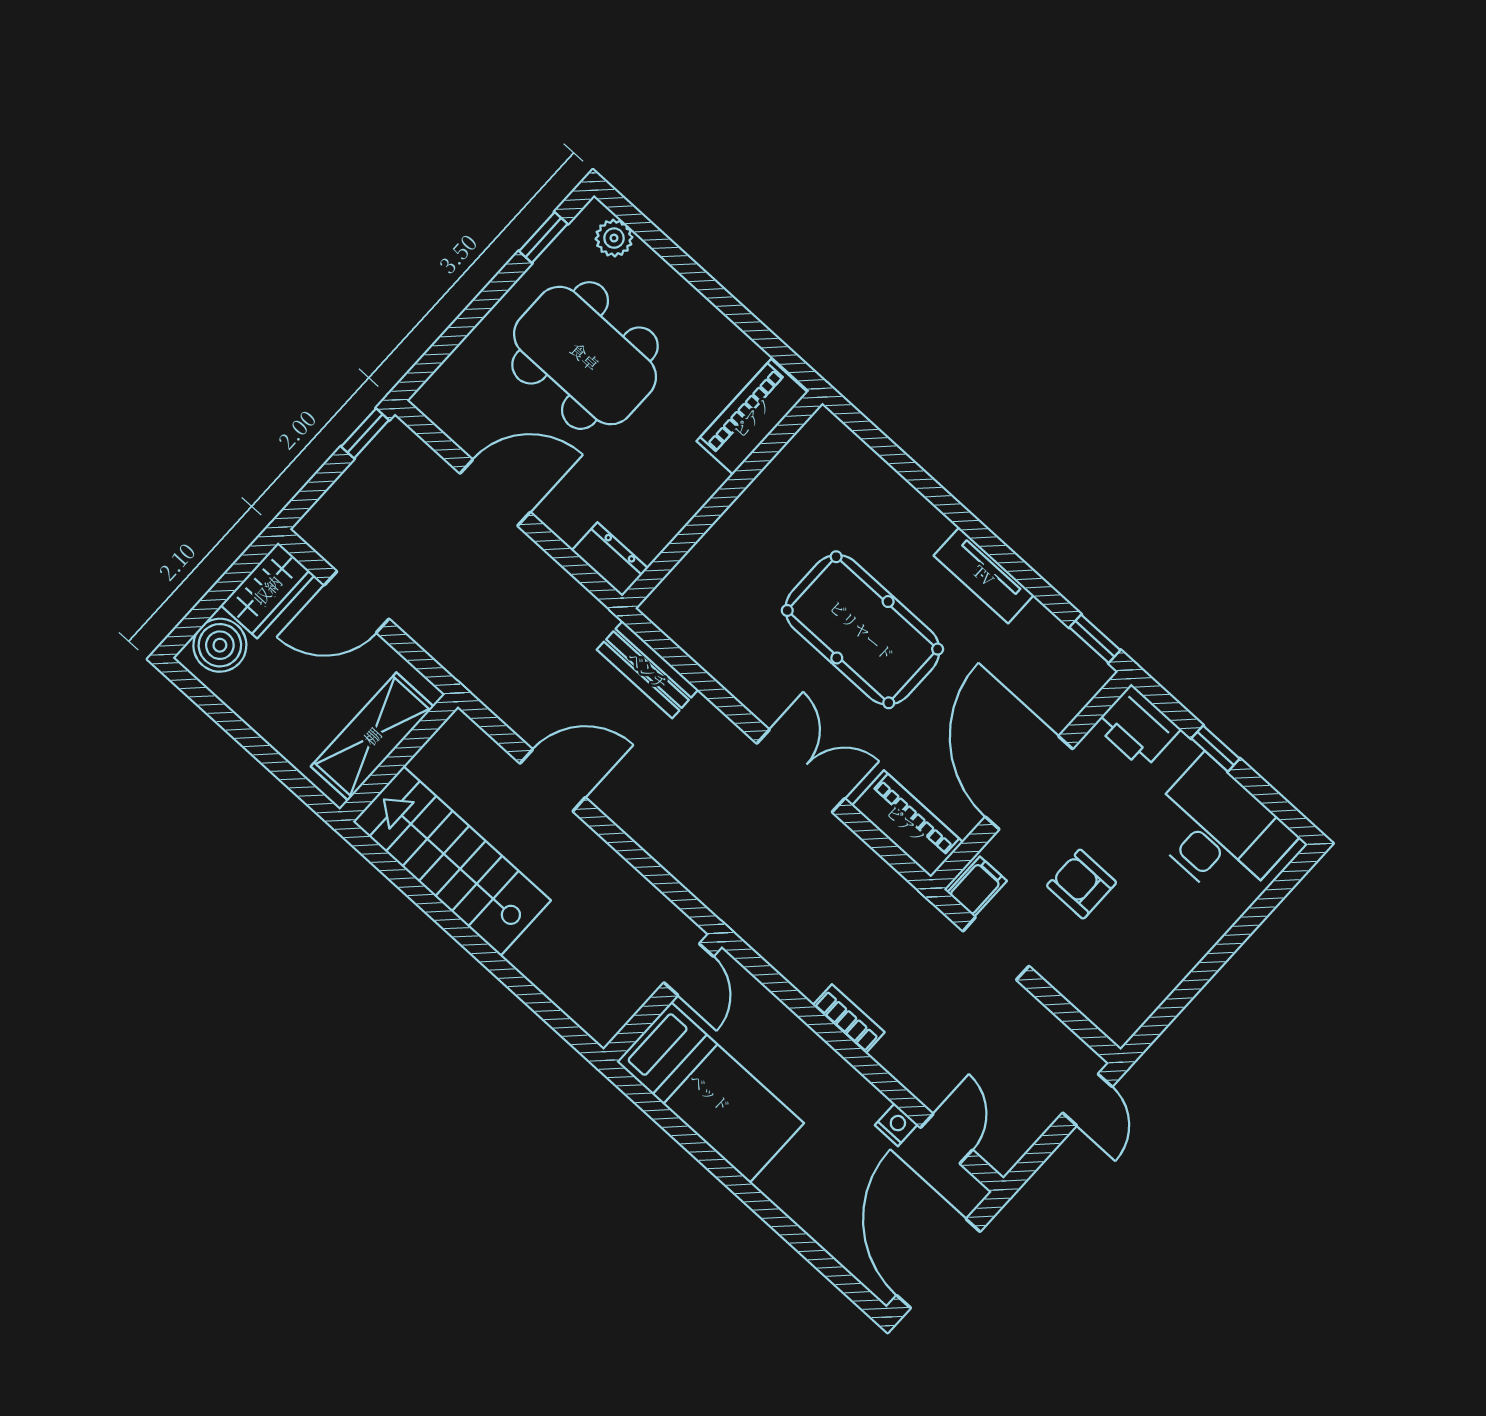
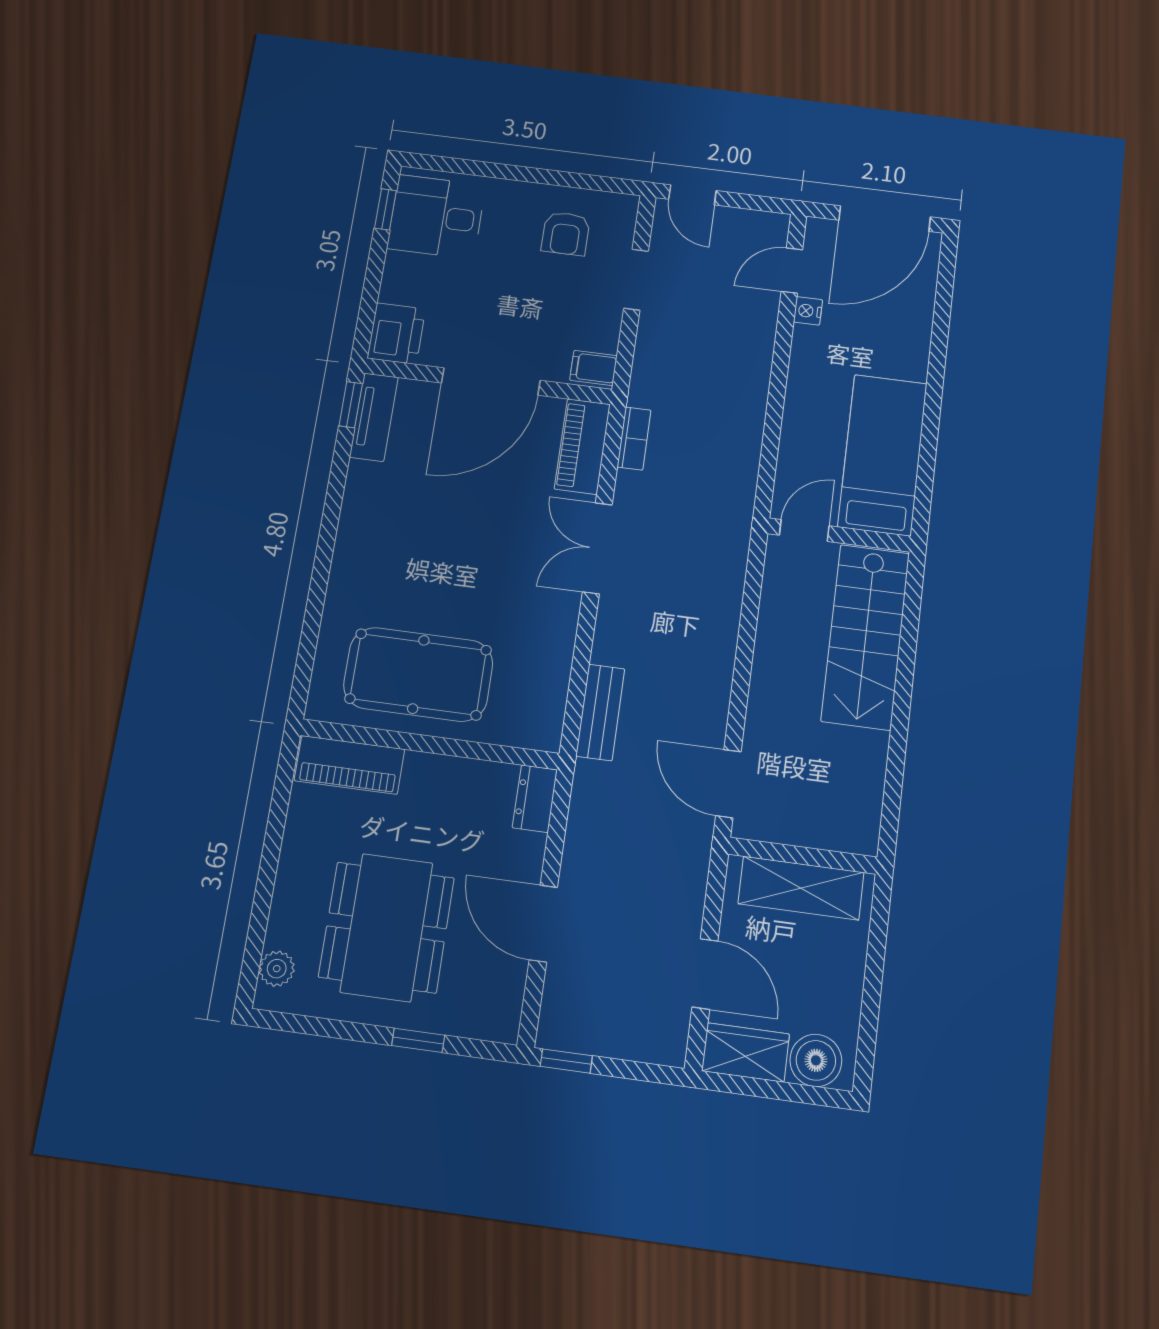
window: (543, 237) -> (418, 1040), moved
tv unit: (984, 575) -> (374, 417), moved
pool table: (862, 630) -> (418, 674), moved, turned 90
window: (1216, 749) -> (385, 209), moved
door: (553, 780) -> (728, 784), moved
desk: (1218, 831) -> (436, 217), width x0.73
stairs: (452, 861) -> (865, 637), moved
armchair: (1082, 884) -> (566, 234), moved
doorway: (996, 949) -> (636, 280), moved
bookcase: (849, 1019) -> (634, 439), moved, turned 180
door: (1087, 1100) -> (692, 195), swing flipped

